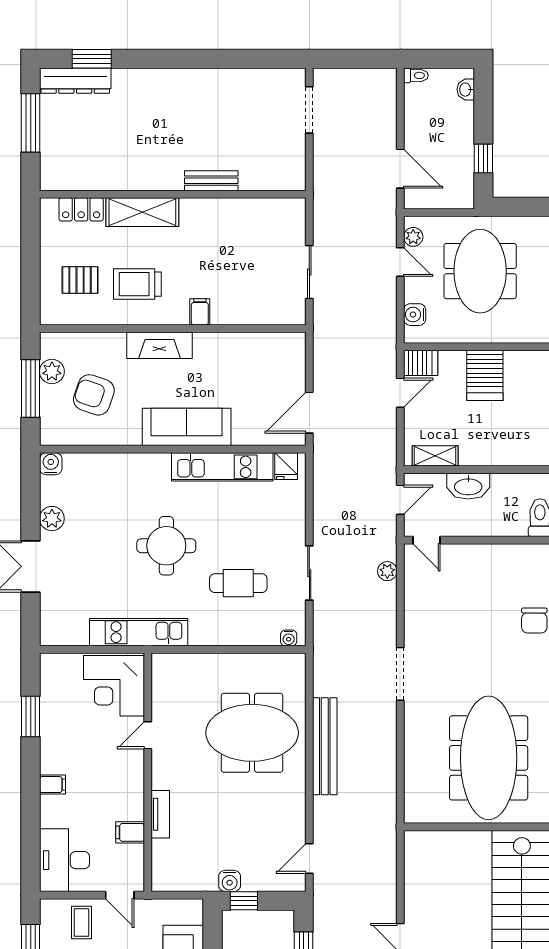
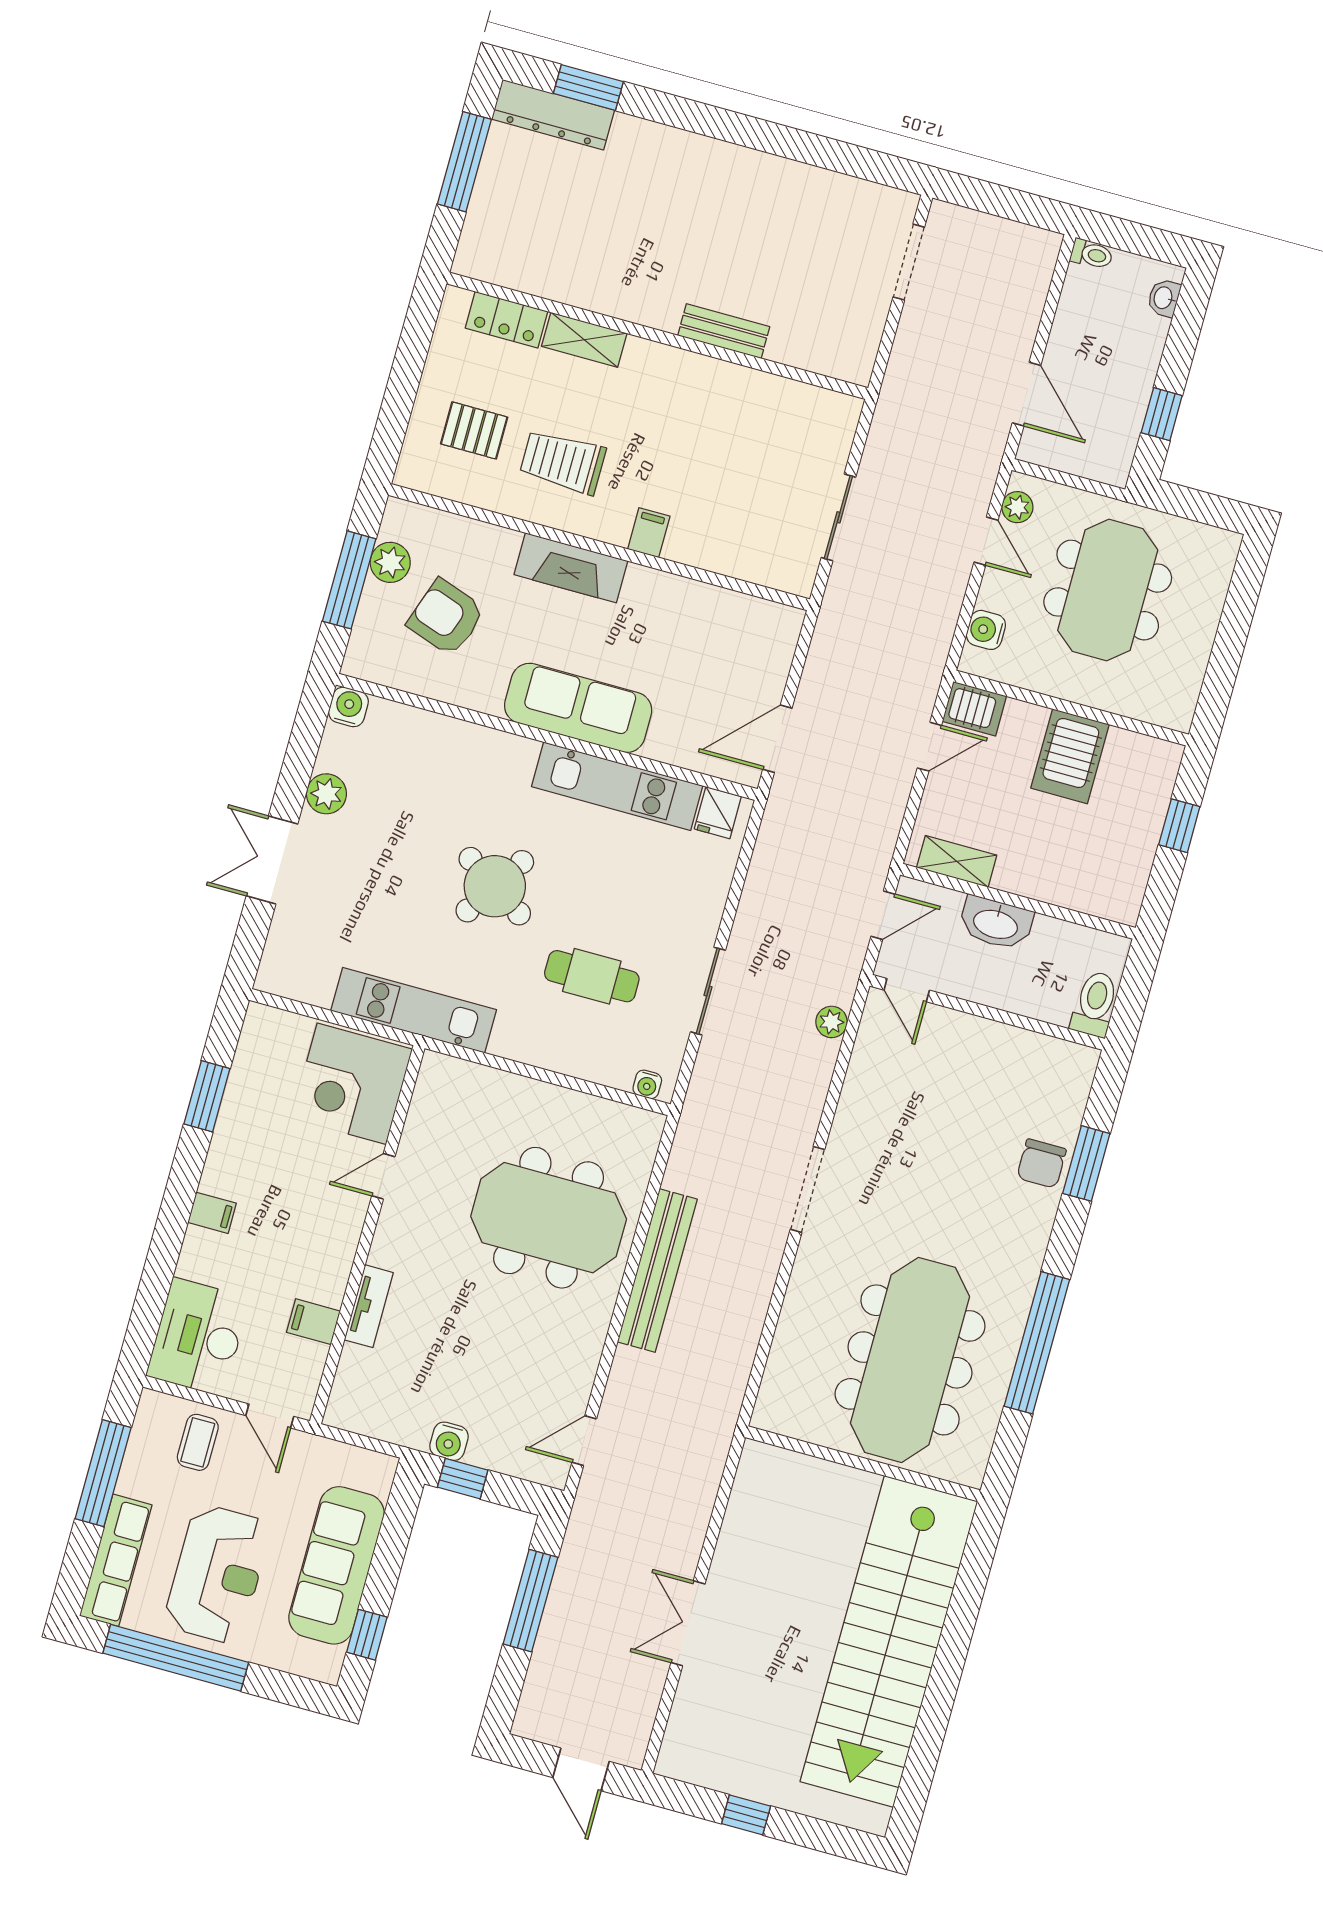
shelving: (142, 212) -> (584, 340), width x0.67, depth x0.75
round table: (166, 546) -> (495, 886), turned 33

